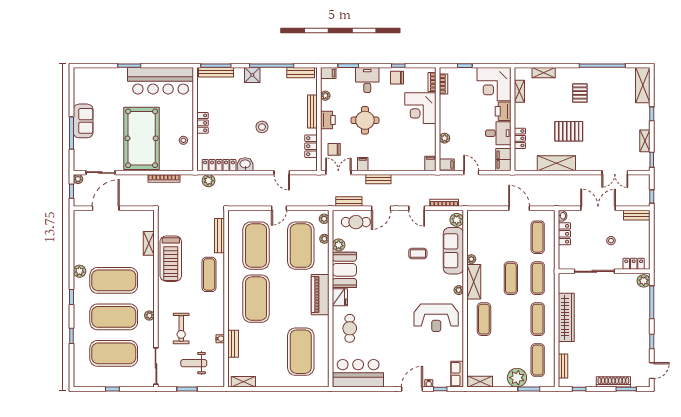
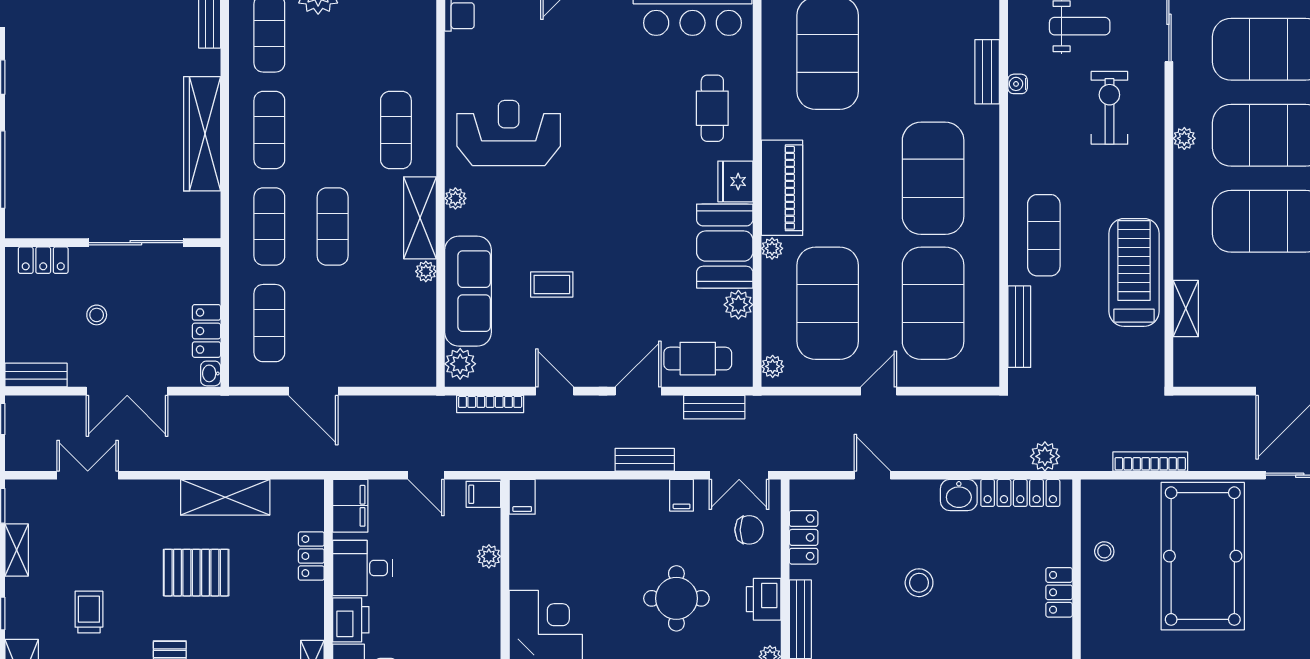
trolley: (614, 115) -> (89, 612), added
plant: (324, 239) -> (772, 248), moved
plant: (644, 281) -> (20, 220), removed

